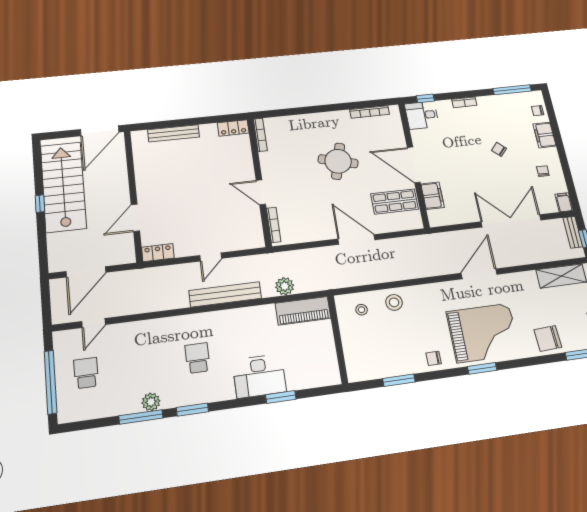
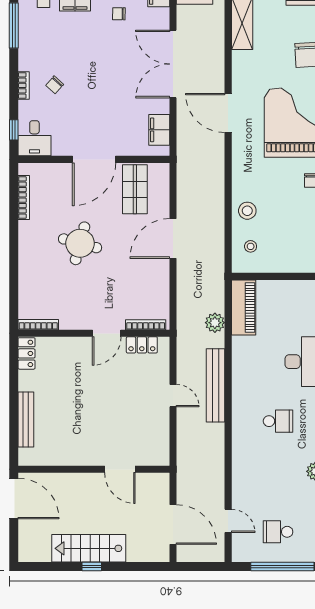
chair: (499, 149) -> (55, 85), moved
stairs: (63, 187) -> (89, 548), width x0.73, depth x0.66
filing cabinet: (433, 196) -> (159, 130), moved, turned -90
locker: (158, 253) -> (142, 345), moved, turned -90
school desk: (197, 358) -> (278, 421), turned 180

